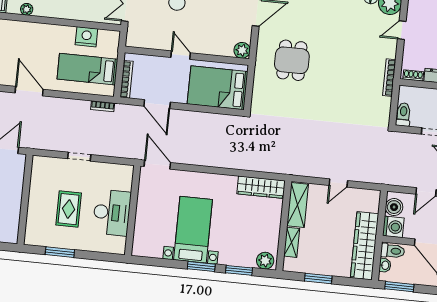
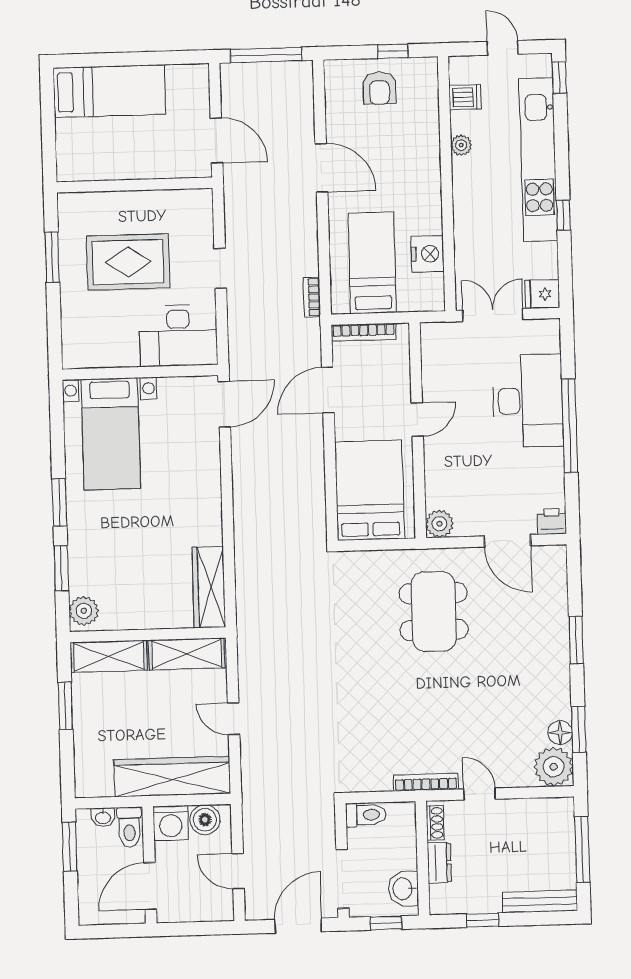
door: (402, 30) -> (480, 794), moved
dining table: (292, 60) -> (434, 611), width x1.38
door: (29, 91) -> (321, 168), hinge flipped
rug: (69, 209) -> (128, 262), width x1.36, depth x1.43
desk: (112, 213) -> (178, 336), moved
bed with nightstands: (193, 230) -> (111, 434), moved, turned 90
shelving: (292, 242) -> (109, 656), width x1.50, depth x1.33
wardrobe: (364, 246) -> (172, 777), moved

